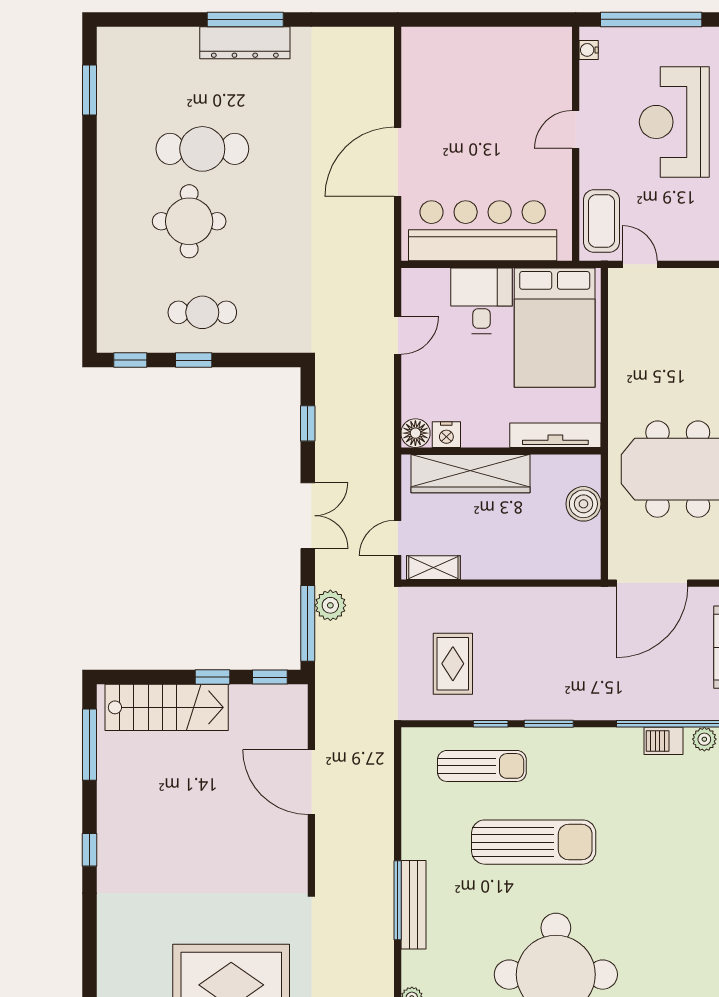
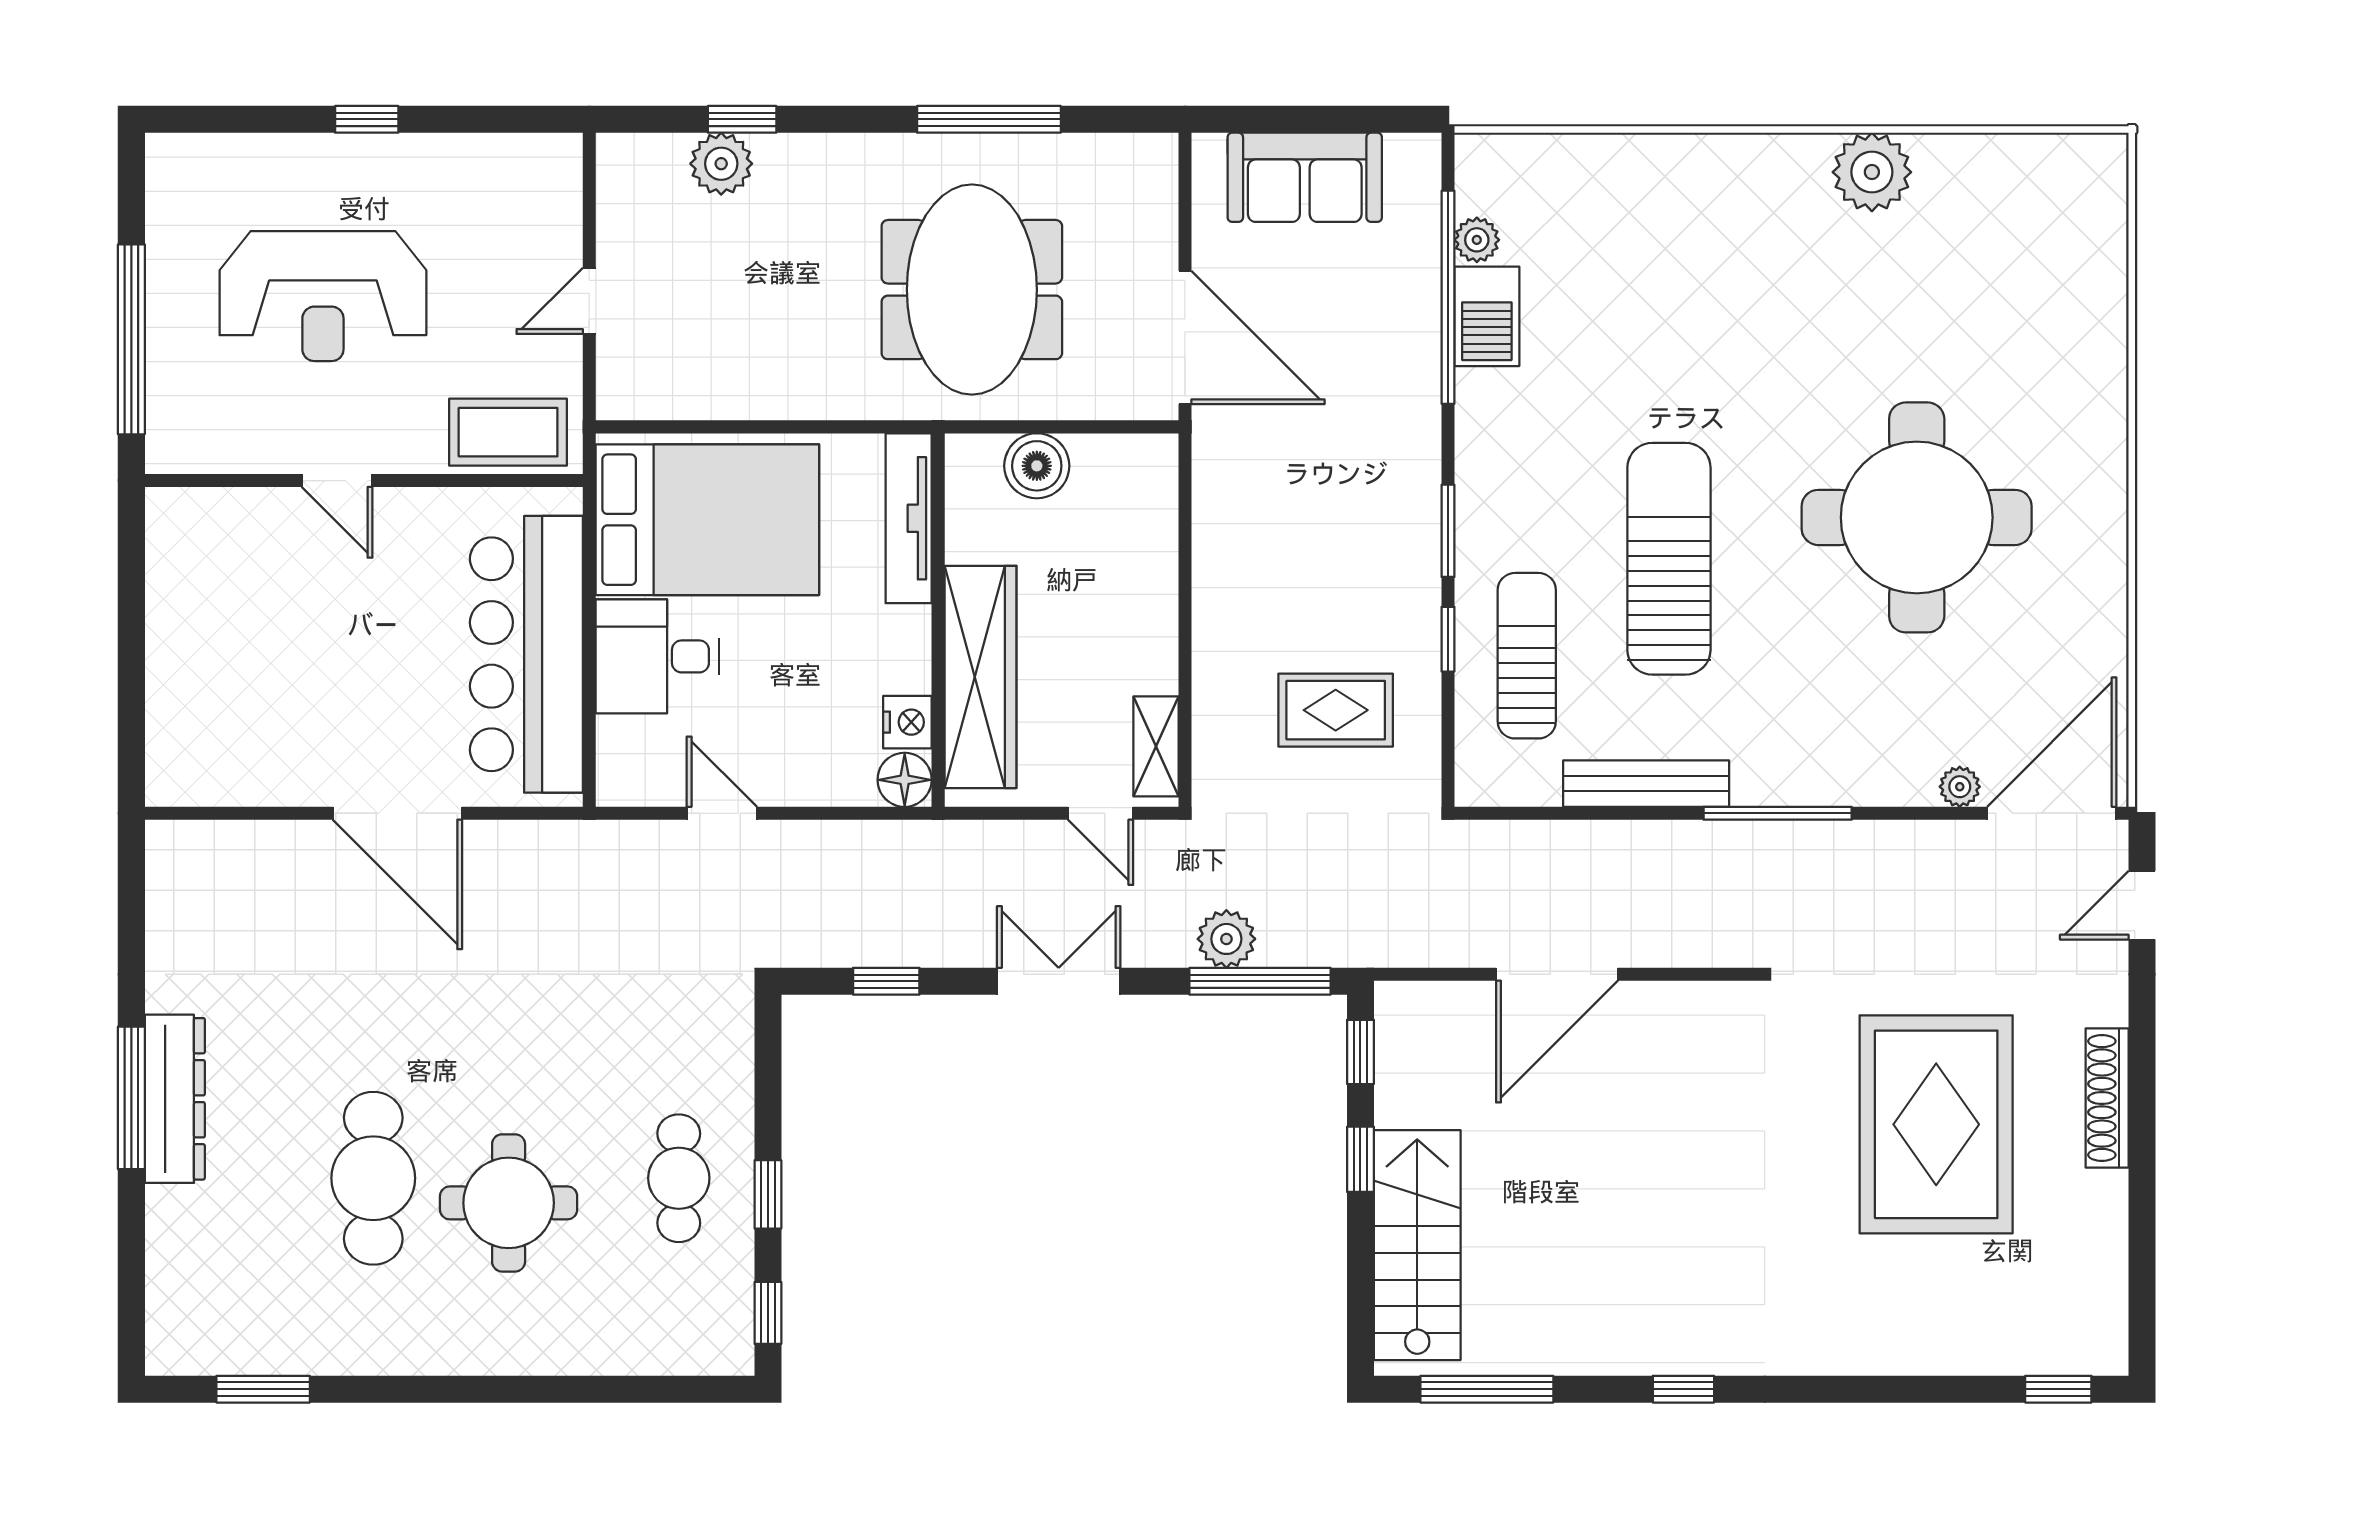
water cooler: (589, 50) -> (188, 456), removed
door: (640, 264) -> (589, 301), moved
barbecue: (663, 741) -> (1487, 316), width x1.38, depth x1.27
bench: (413, 905) -> (1646, 784), moved

